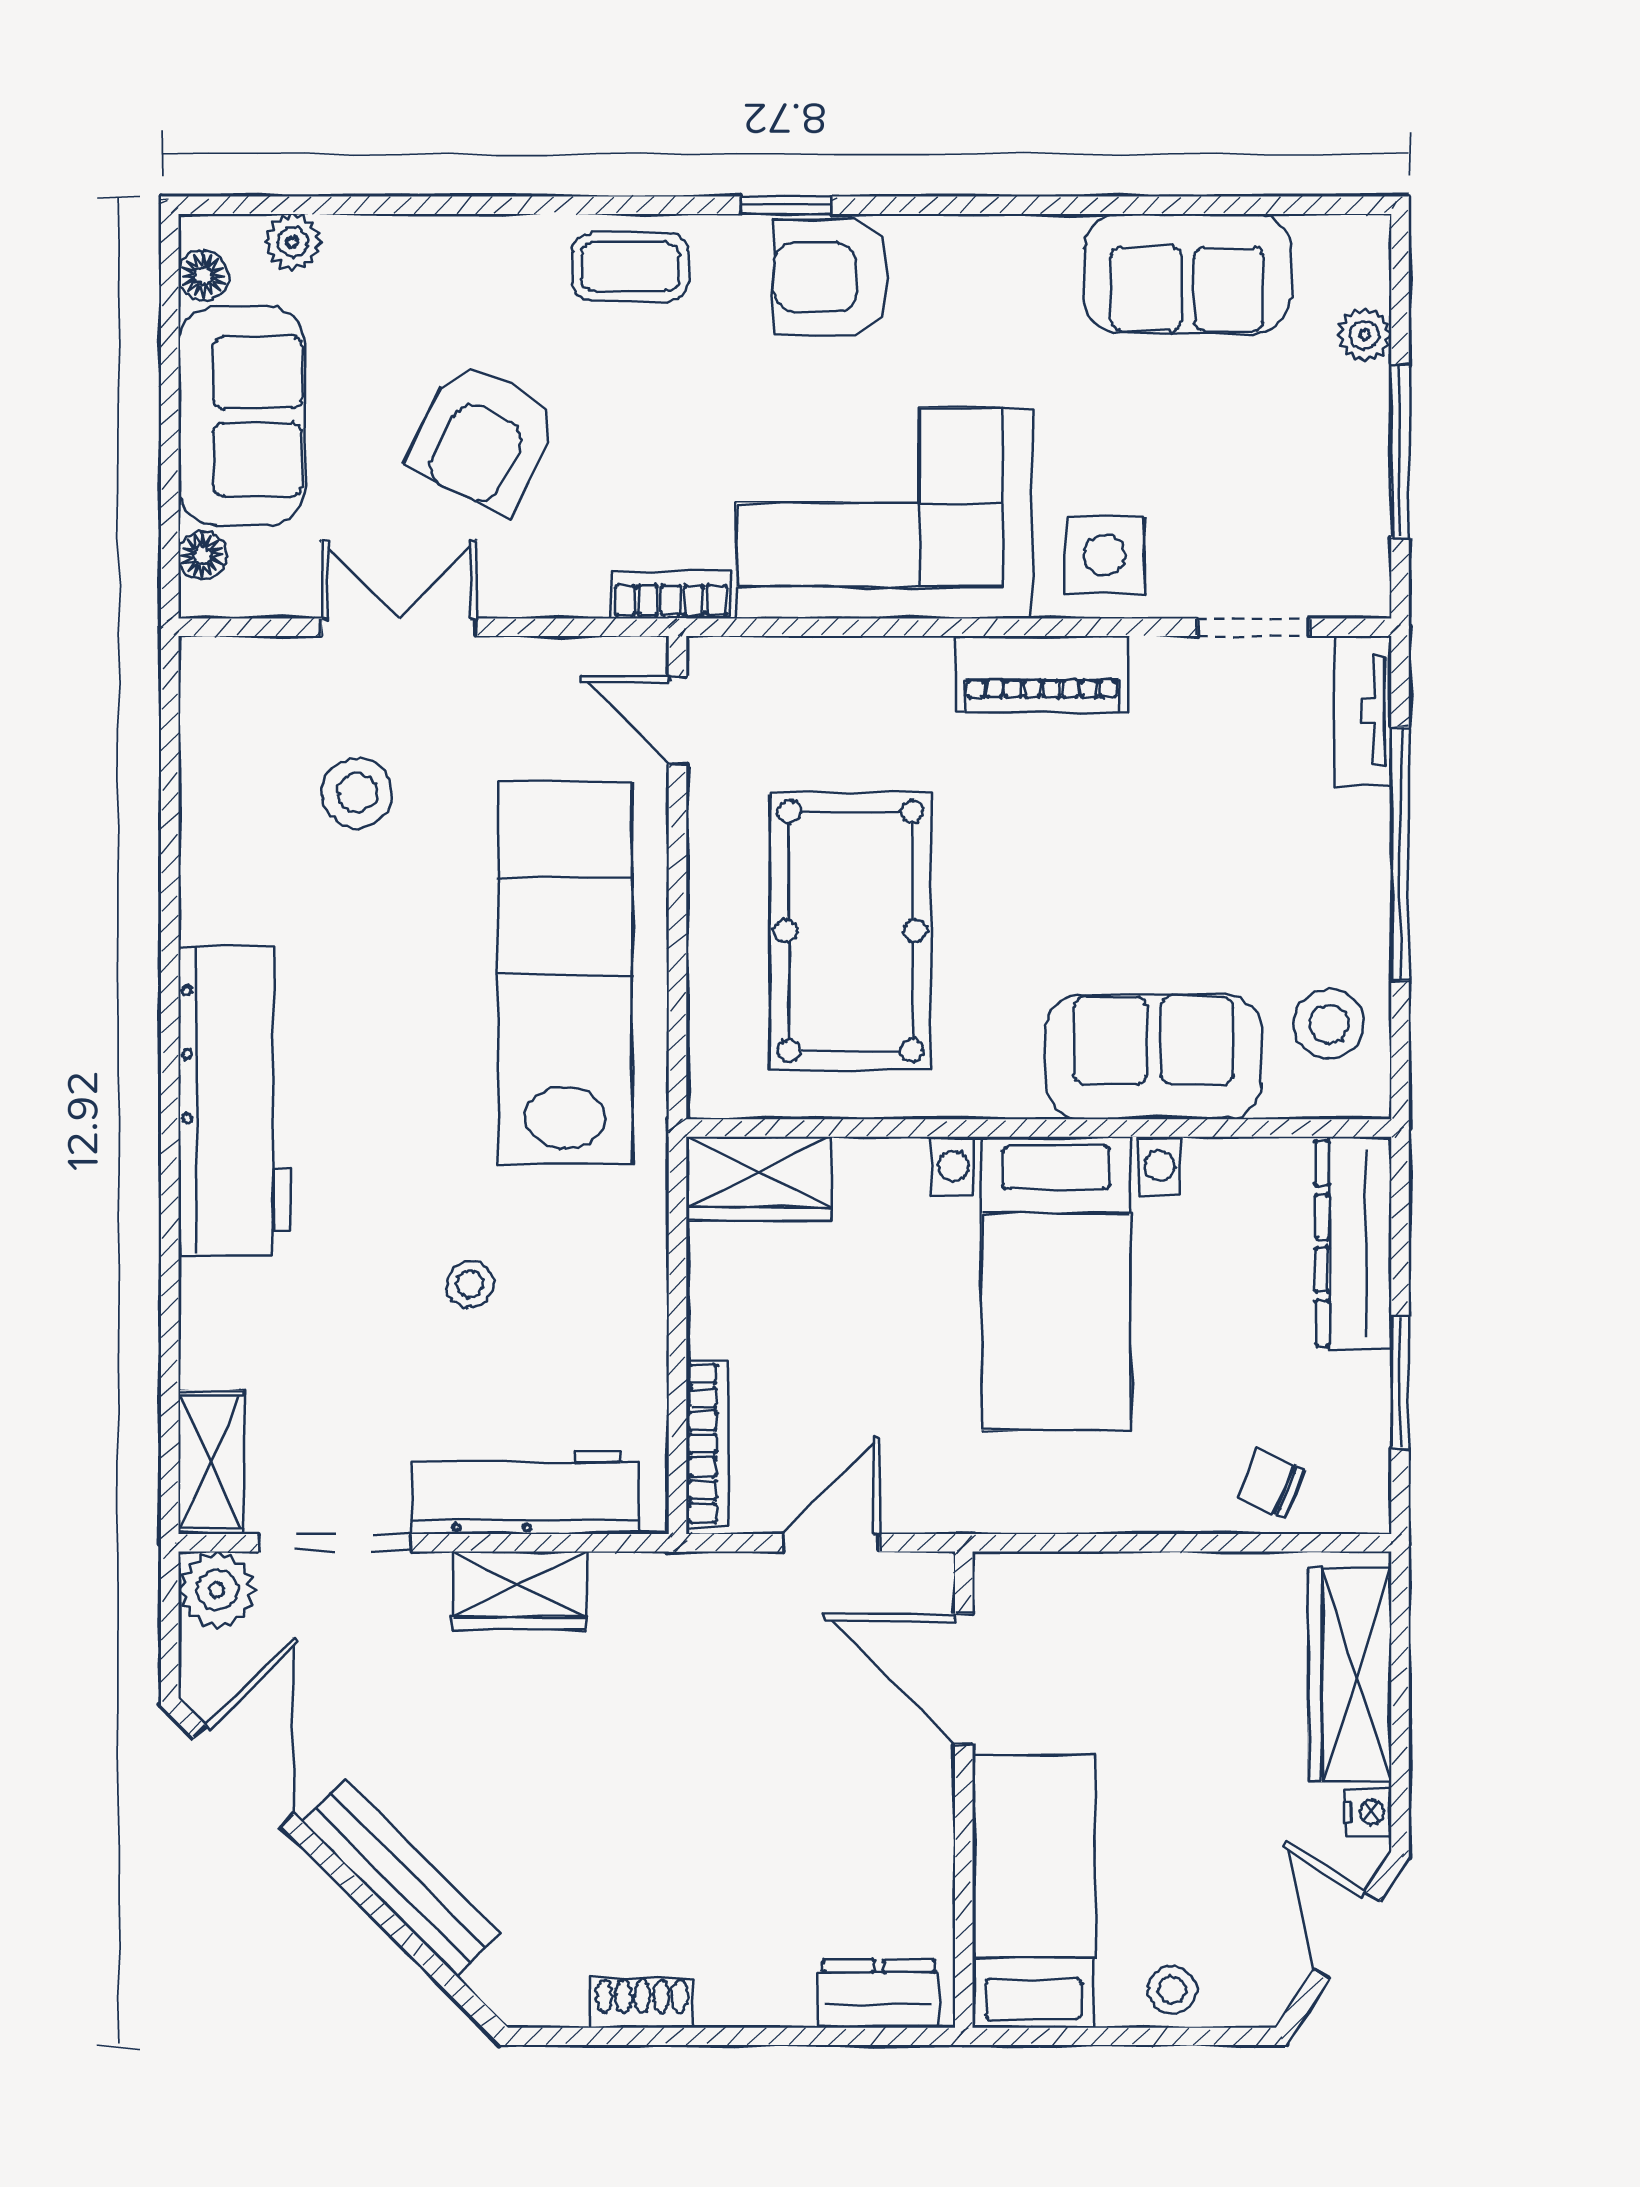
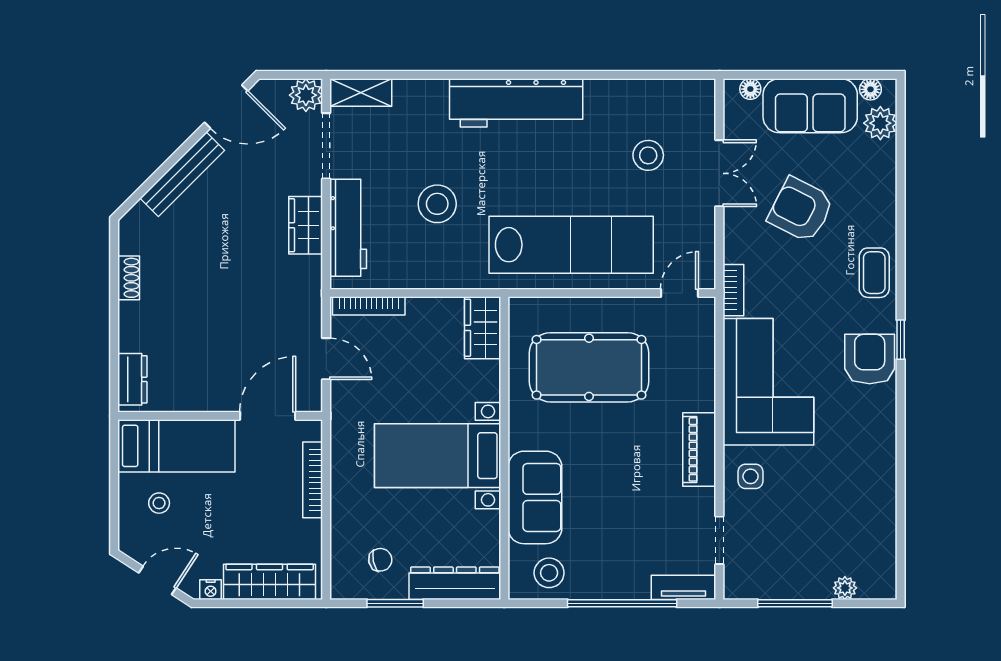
plant: (293, 242) -> (880, 123), width x1.38, depth x1.38
sofa: (1187, 273) -> (871, 512), removed
side table: (1105, 555) -> (751, 476), width x0.73, depth x0.73
stool: (470, 1284) -> (437, 204), width x1.89, depth x1.89
chair: (1271, 1484) -> (380, 560), moved, turned 55
bookcase: (1113, 1574) -> (313, 480), added
stool: (1172, 1990) -> (159, 503), moved

